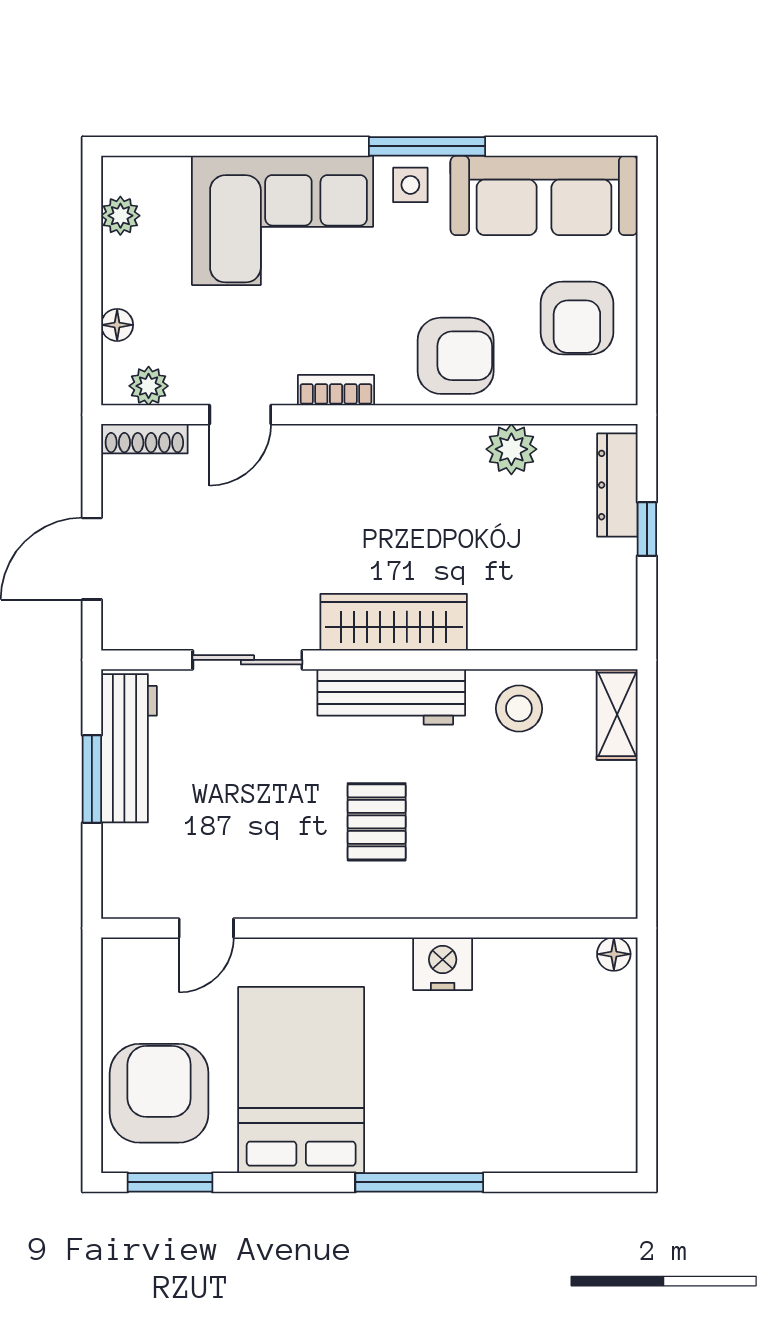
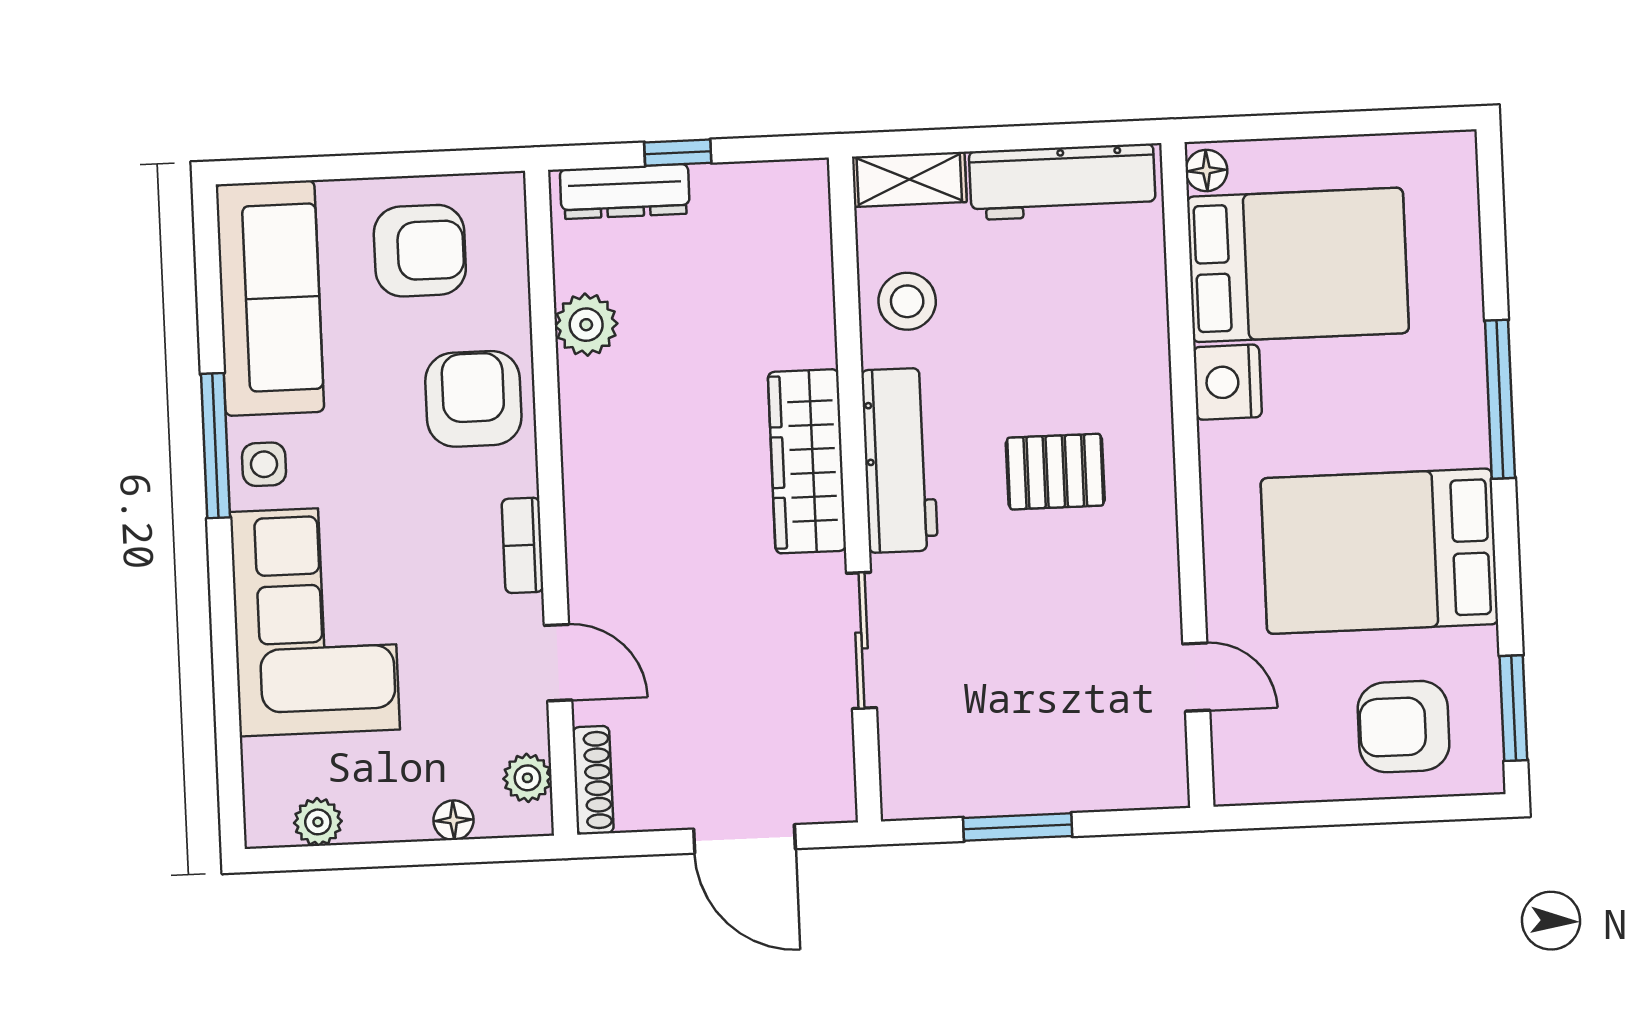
workbench: (129, 748) -> (1062, 182), moved, turned 180
bed: (535, 1024) -> (1298, 265), added
armchair: (159, 1093) -> (1404, 727), width x0.73, depth x0.73

